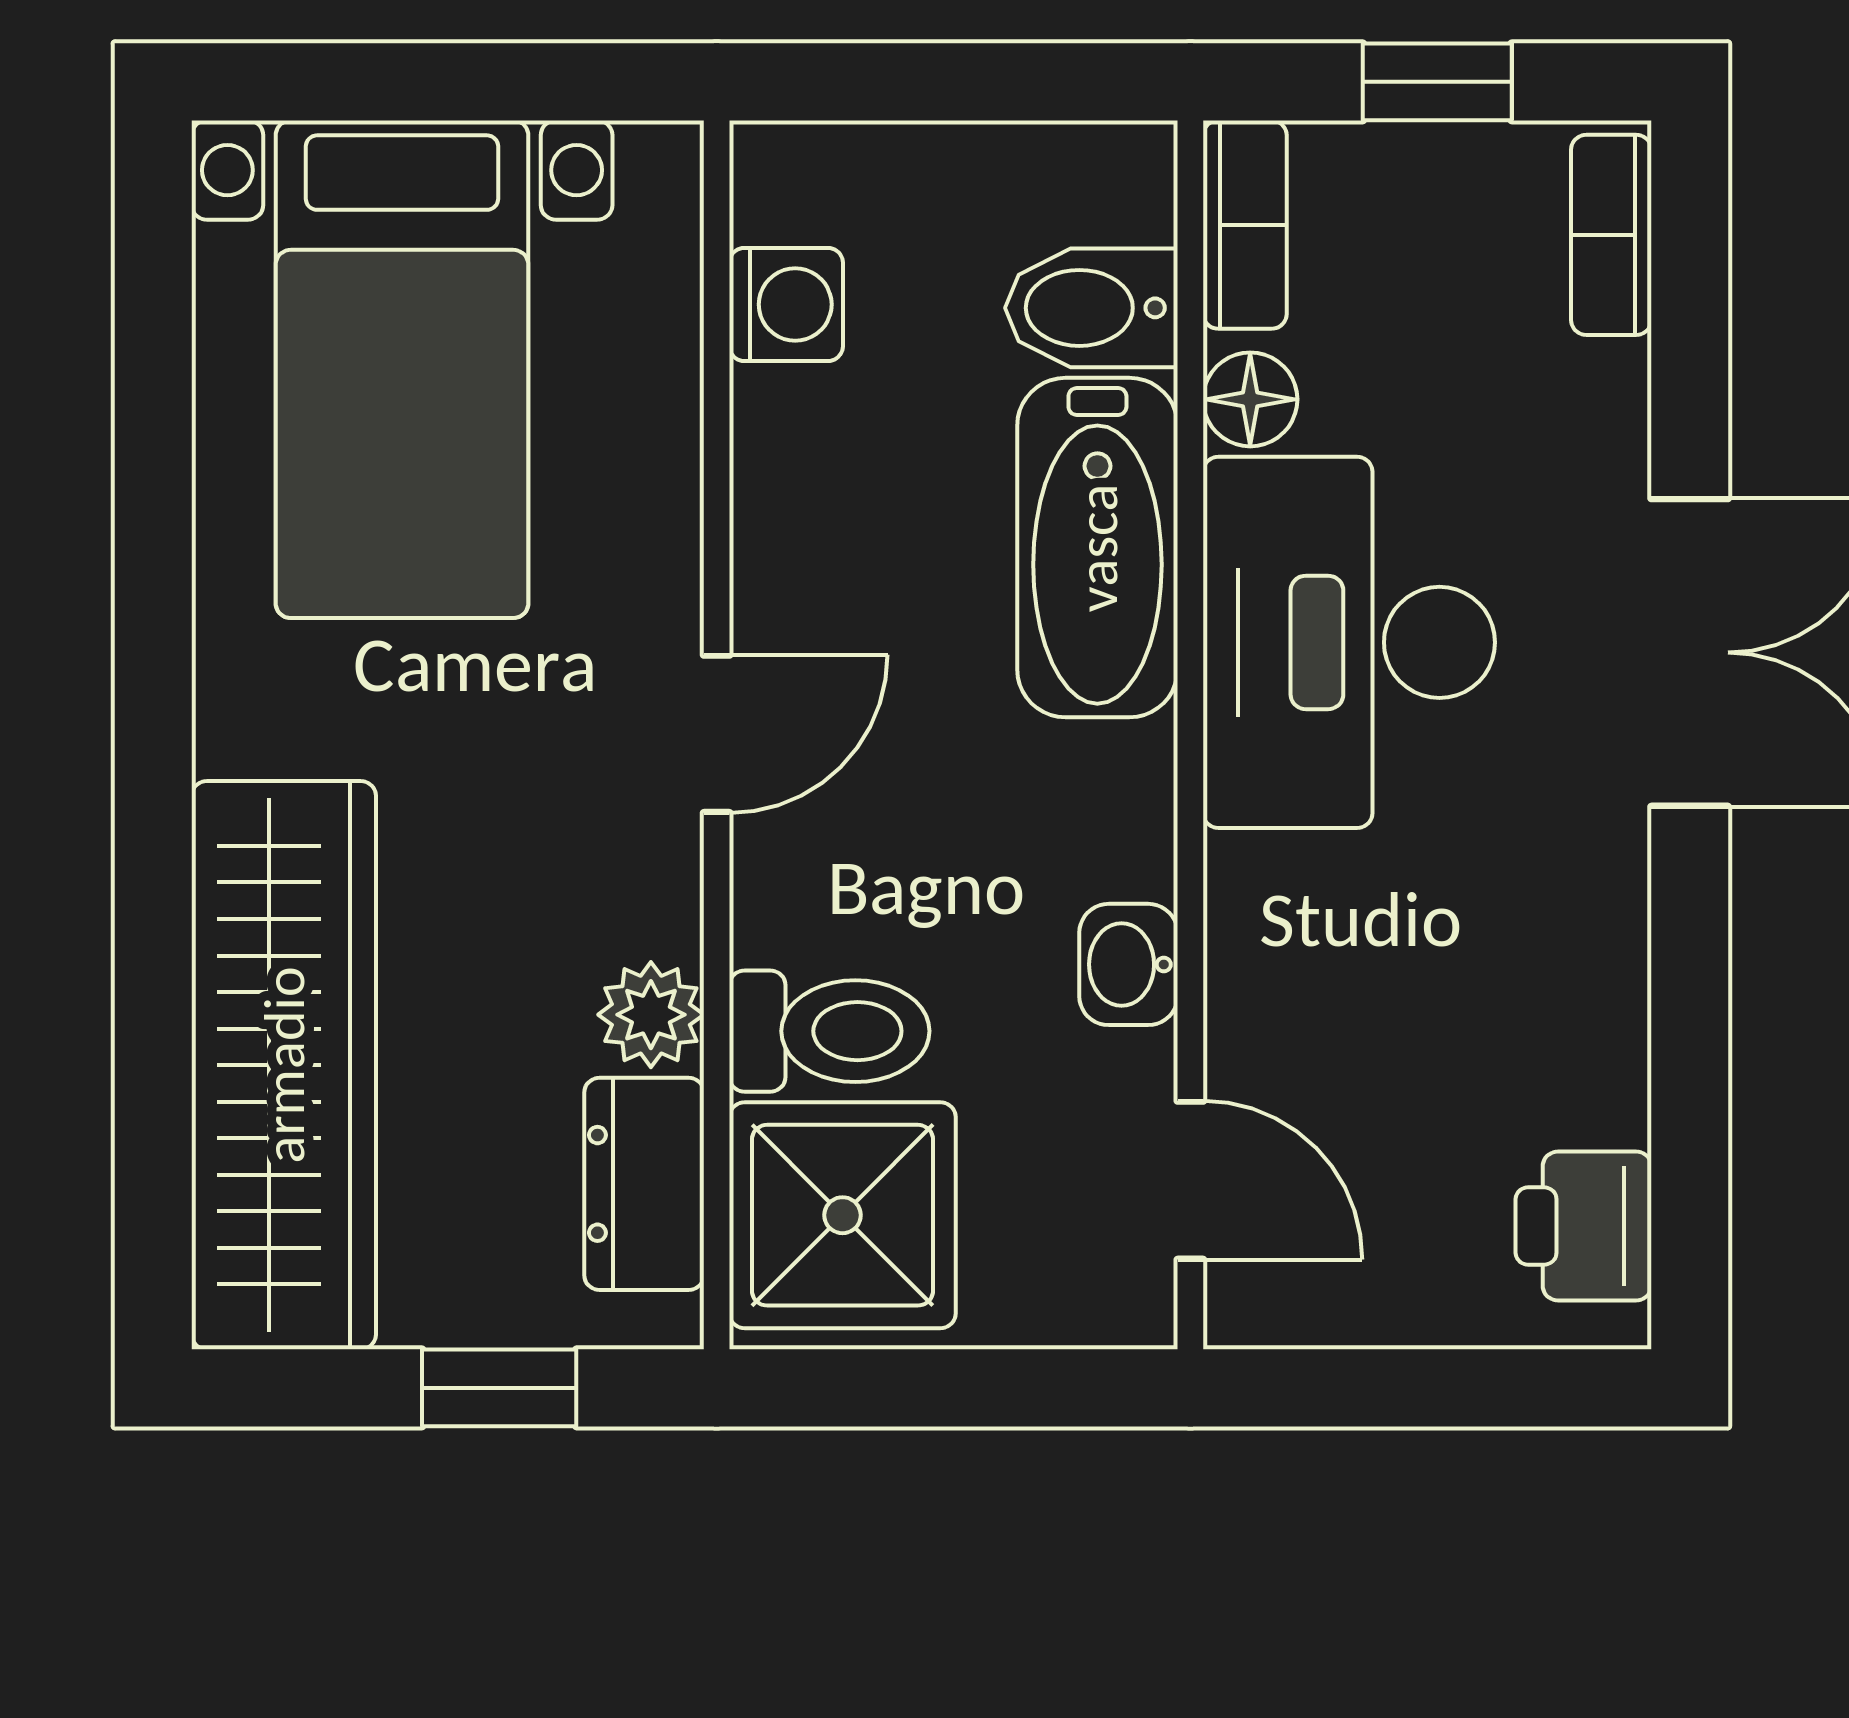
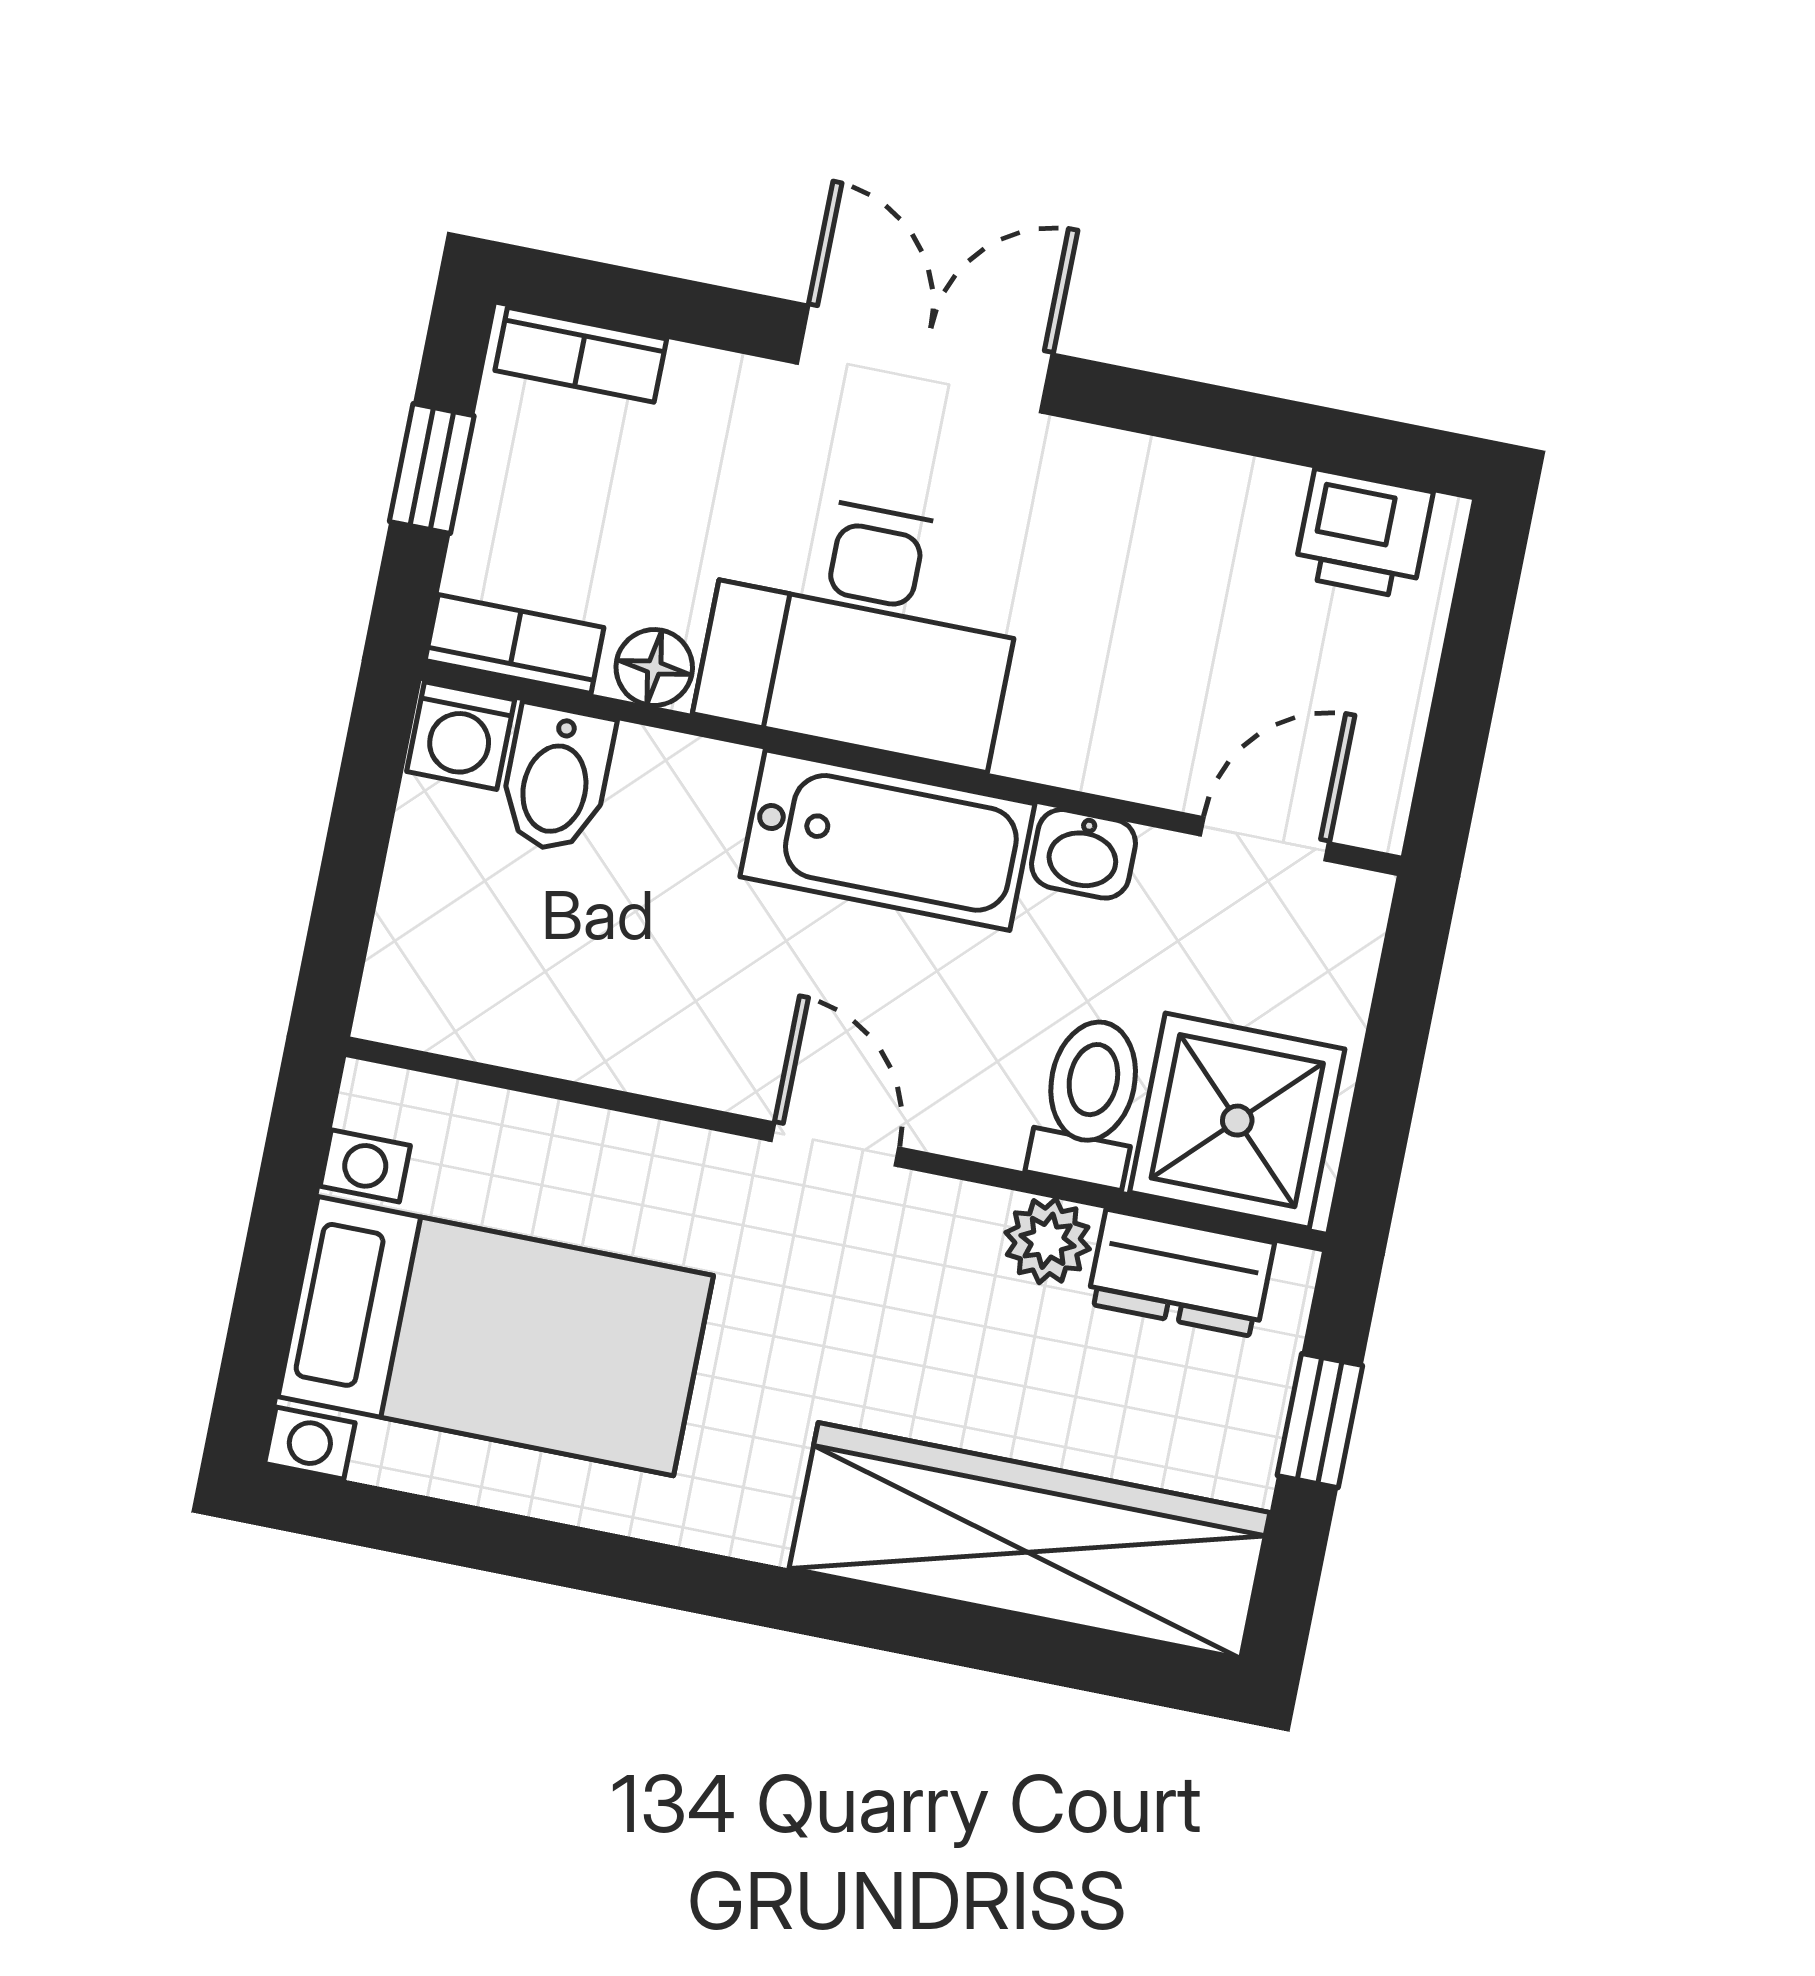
washing machine: (786, 304) -> (461, 736), moved, turned 180
bathtub: (1097, 548) -> (887, 840), moved

